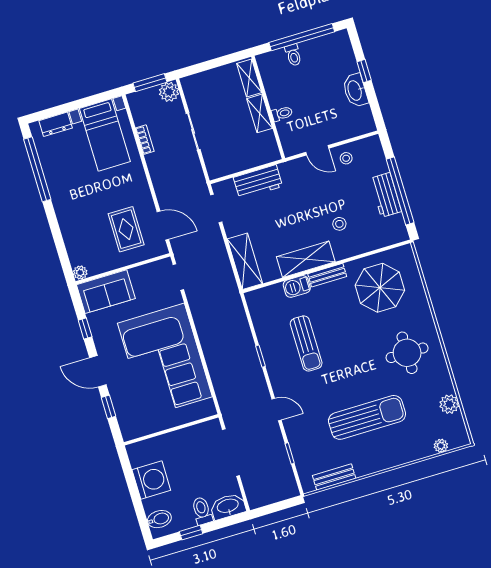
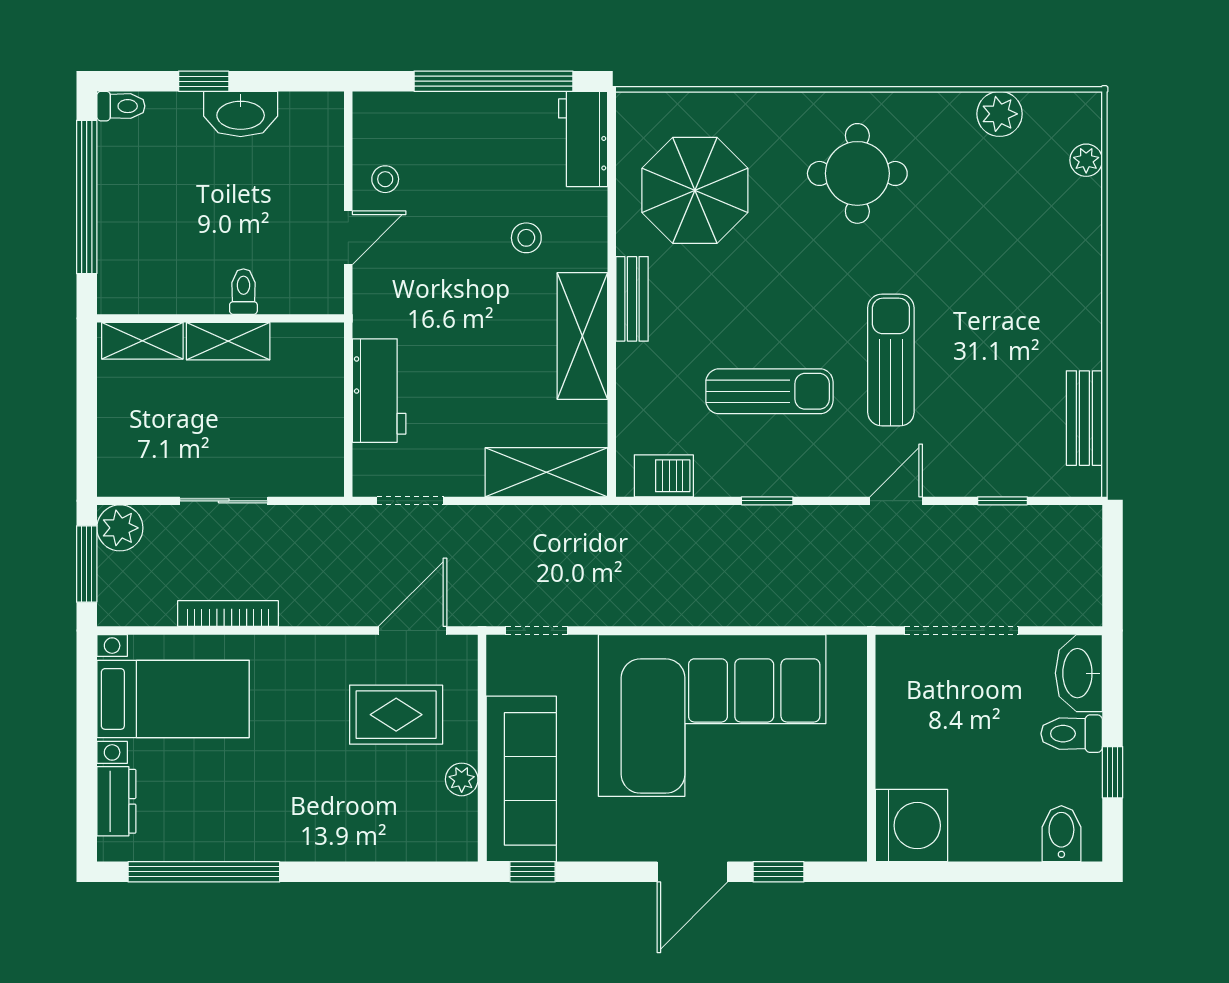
toilet: (293, 55) -> (121, 106), moved
bookcase: (145, 140) -> (228, 614), width x1.56
workbench: (386, 195) -> (583, 139), moved, turned 90
plant: (80, 273) -> (462, 779), moved
barbecue: (297, 286) -> (664, 476), moved, turned -90
sofa: (106, 292) -> (521, 779), width x1.36
window: (85, 329) -> (533, 872), moved
sun lounger: (367, 417) -> (891, 360), moved, width x0.73, depth x0.75
washing machine: (151, 480) -> (911, 826), moved, turned 90

